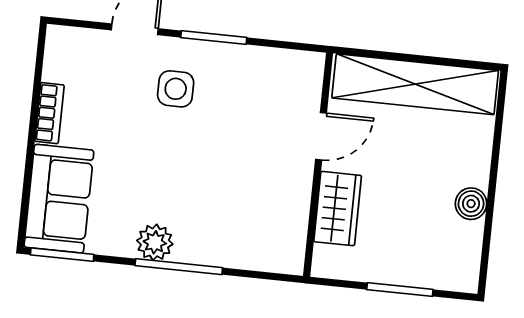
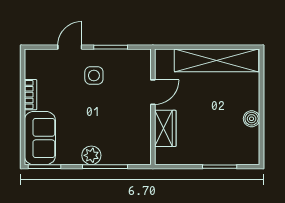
door: (321, 136) -> (153, 92), moved
wall: (318, 165) -> (153, 107), moved
wardrobe: (338, 209) -> (165, 128), moved

